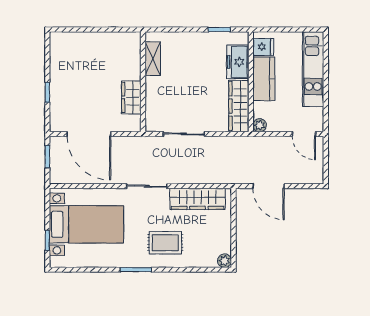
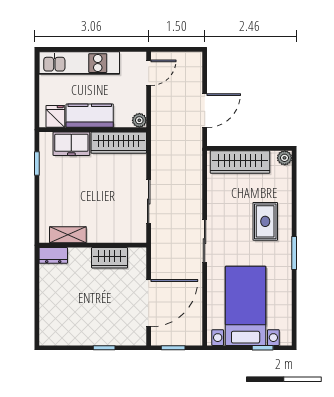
dresser: (134, 45) -> (53, 255), added
wardrobe: (198, 199) -> (240, 162), moved, turned 90

